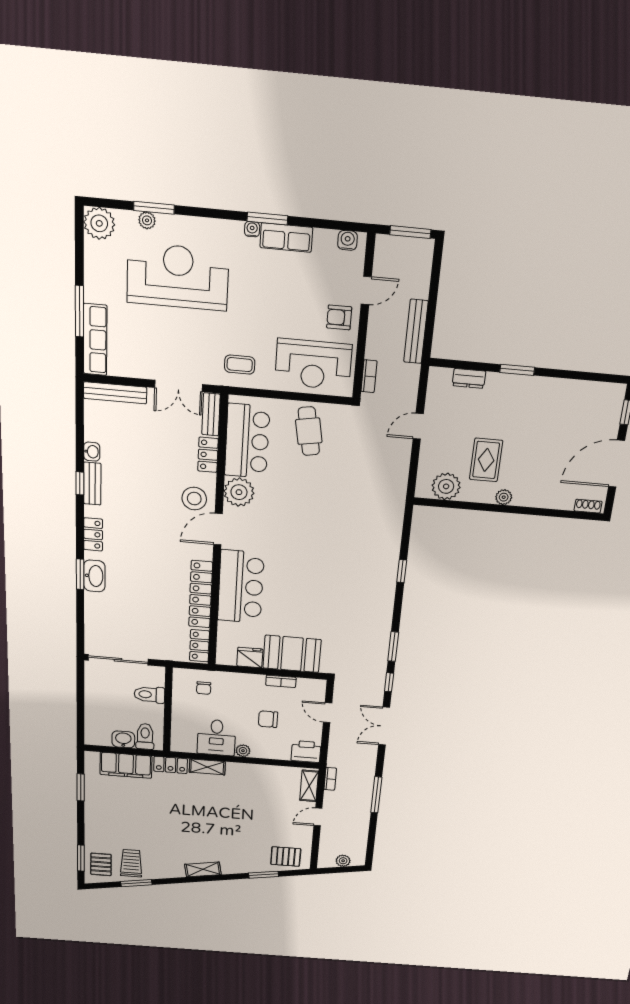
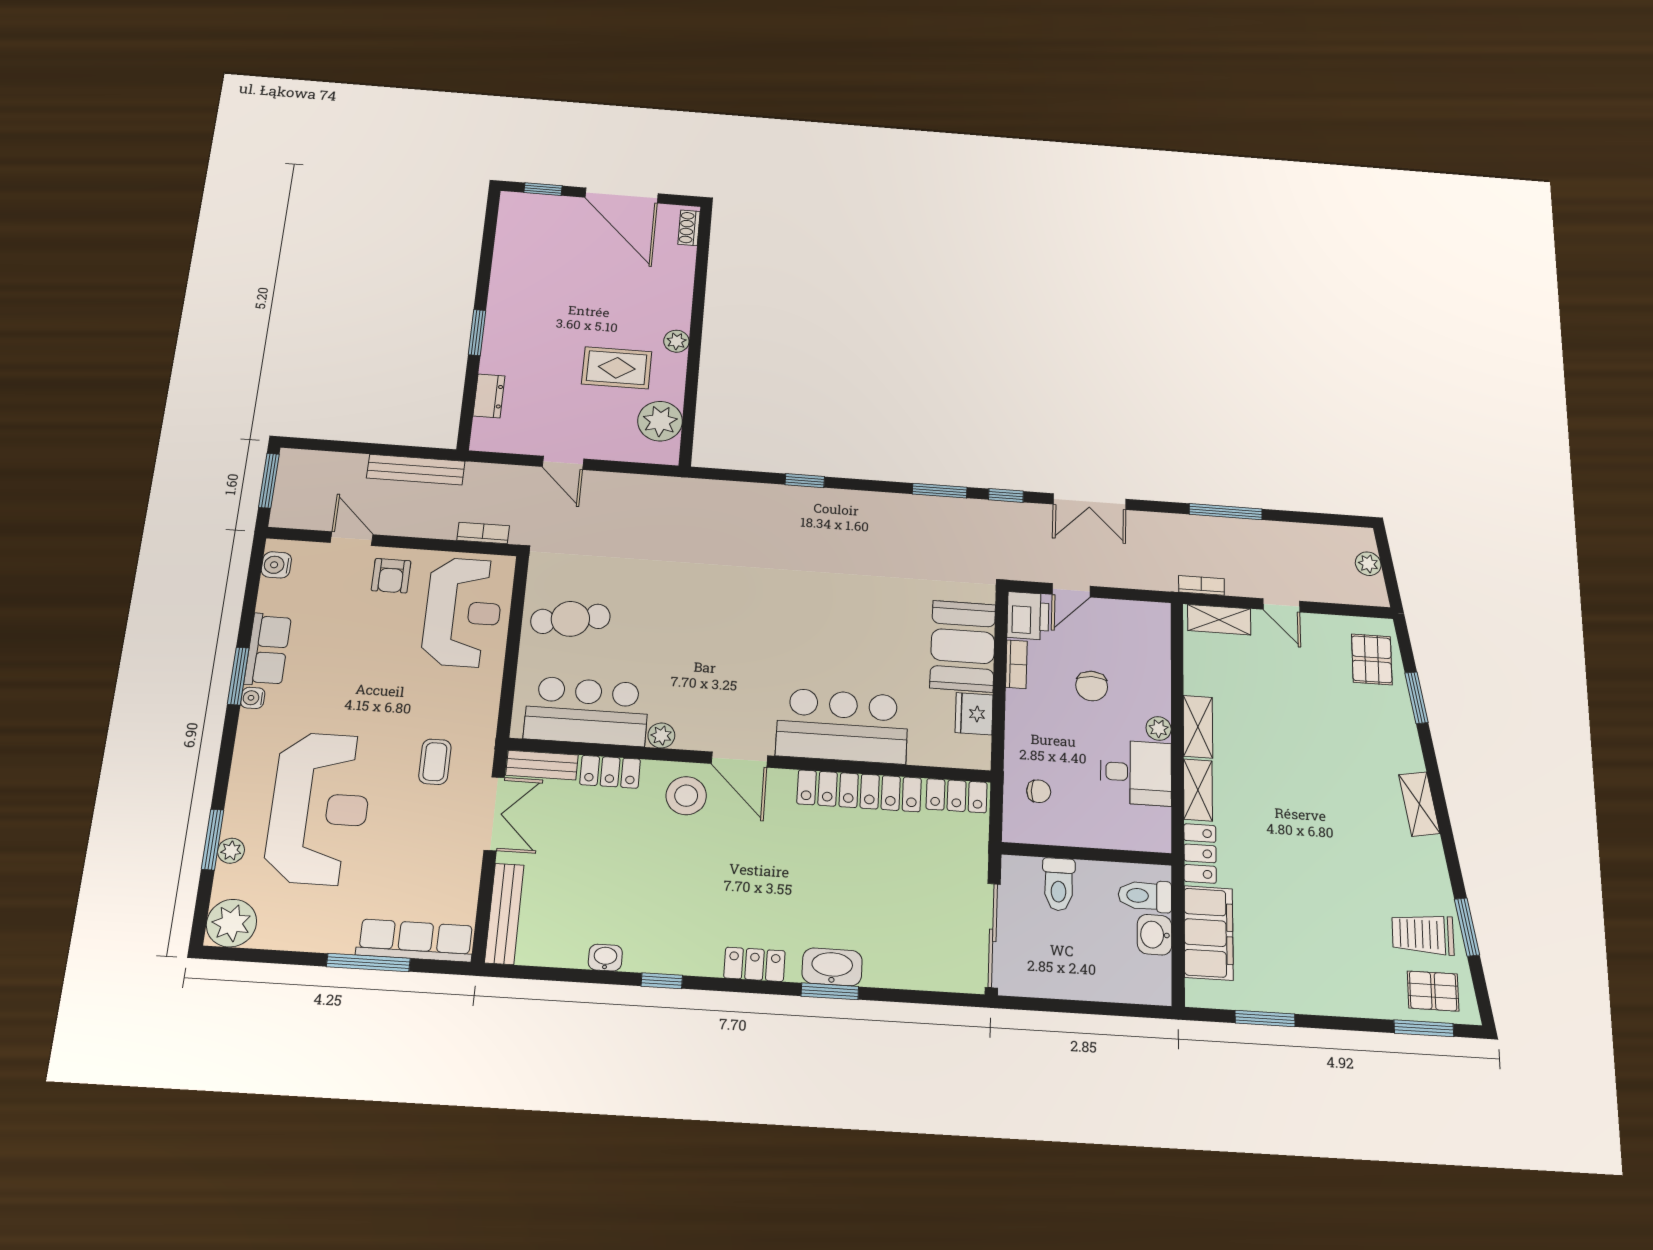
reception desk: (178, 277) -> (319, 808), turned 180
coffee table: (240, 365) -> (435, 762), moved
bench: (92, 484) -> (662, 960), removed
plant: (239, 492) -> (661, 735), width x0.53, depth x0.53
printer: (306, 752) -> (1028, 616), moved, turned 180
shelving: (244, 770) -> (1198, 727), added

